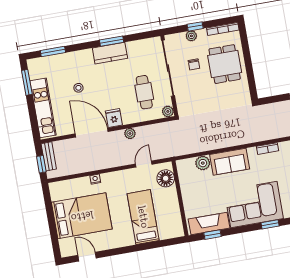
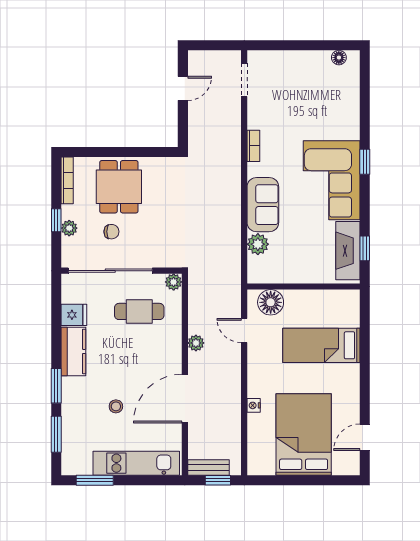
window: (112, 41) -> (56, 386), moved
dining table: (225, 64) -> (119, 187), turned 90
fridge: (114, 118) -> (74, 315), moved, turned 180

